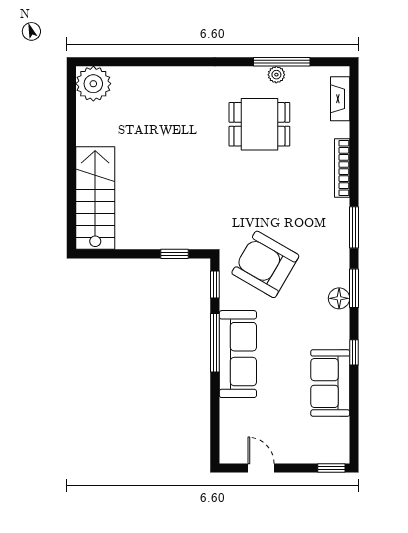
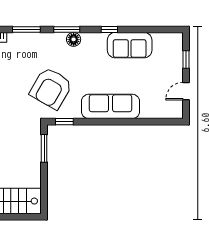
window: (175, 254) -> (44, 148), width x1.50
window: (215, 343) -> (103, 122), removed
window: (331, 468) -> (186, 59), moved

